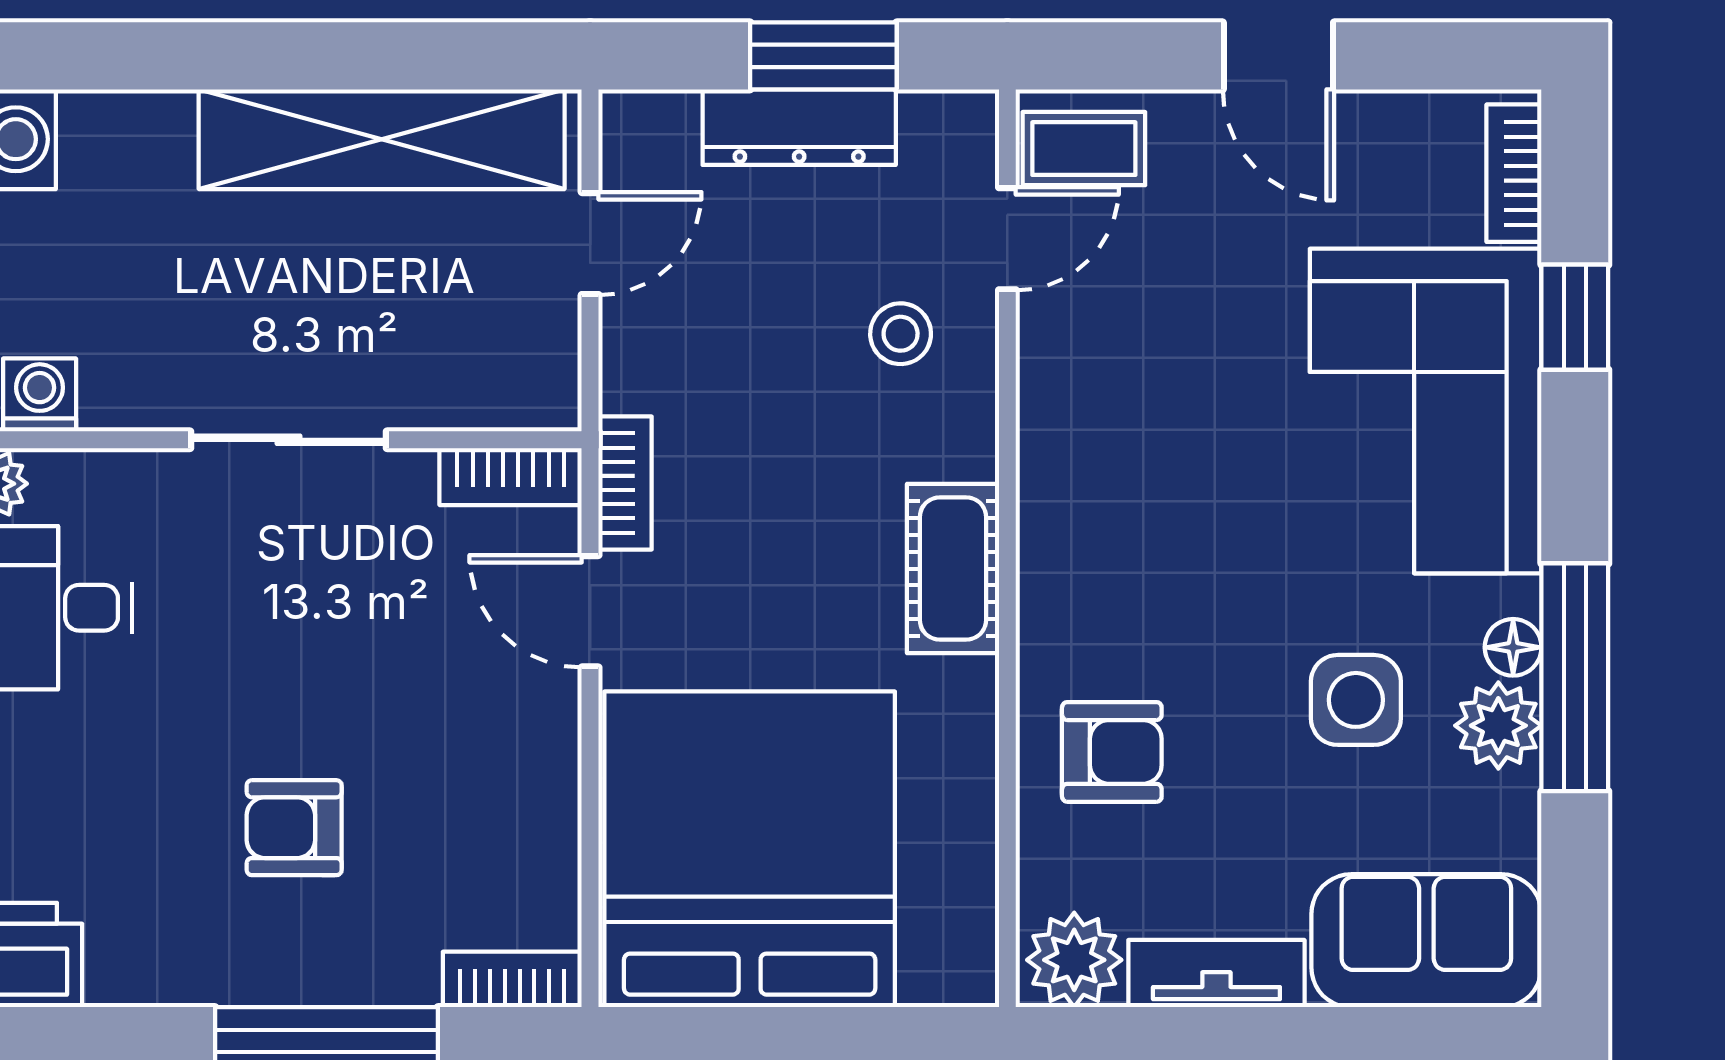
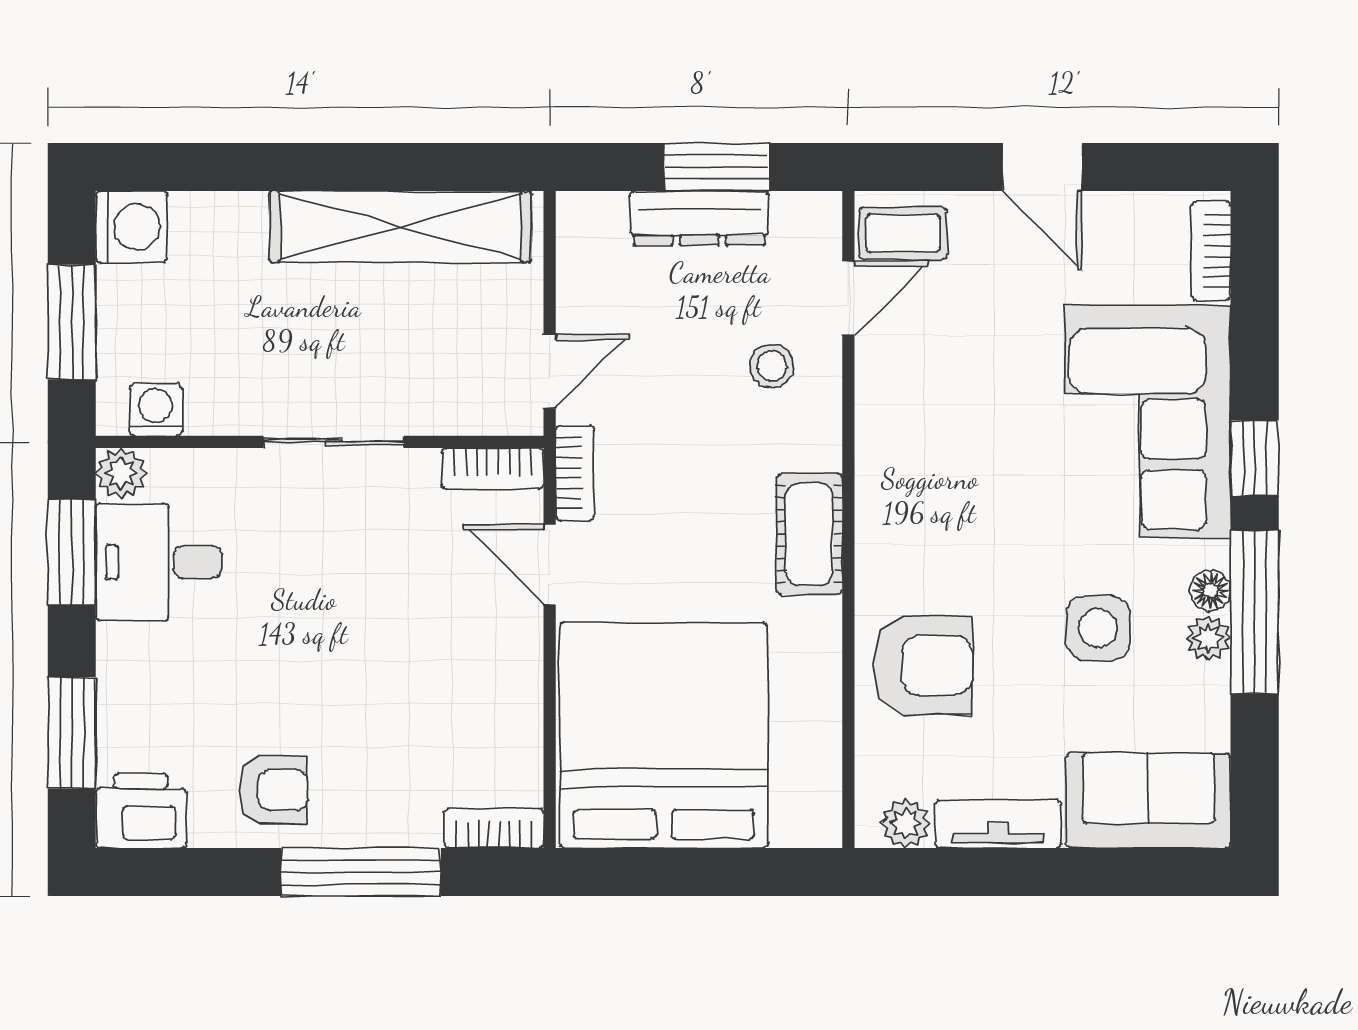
door: (590, 244) -> (550, 371), moved
window: (1575, 317) -> (1255, 458), moved
plant: (1498, 726) -> (1208, 638), width x0.73, depth x0.73
armchair: (1112, 752) -> (923, 665), width x1.38, depth x1.38
armchair: (294, 828) -> (273, 790), moved, turned 180
plant: (1074, 960) -> (906, 823), width x0.73, depth x0.73

